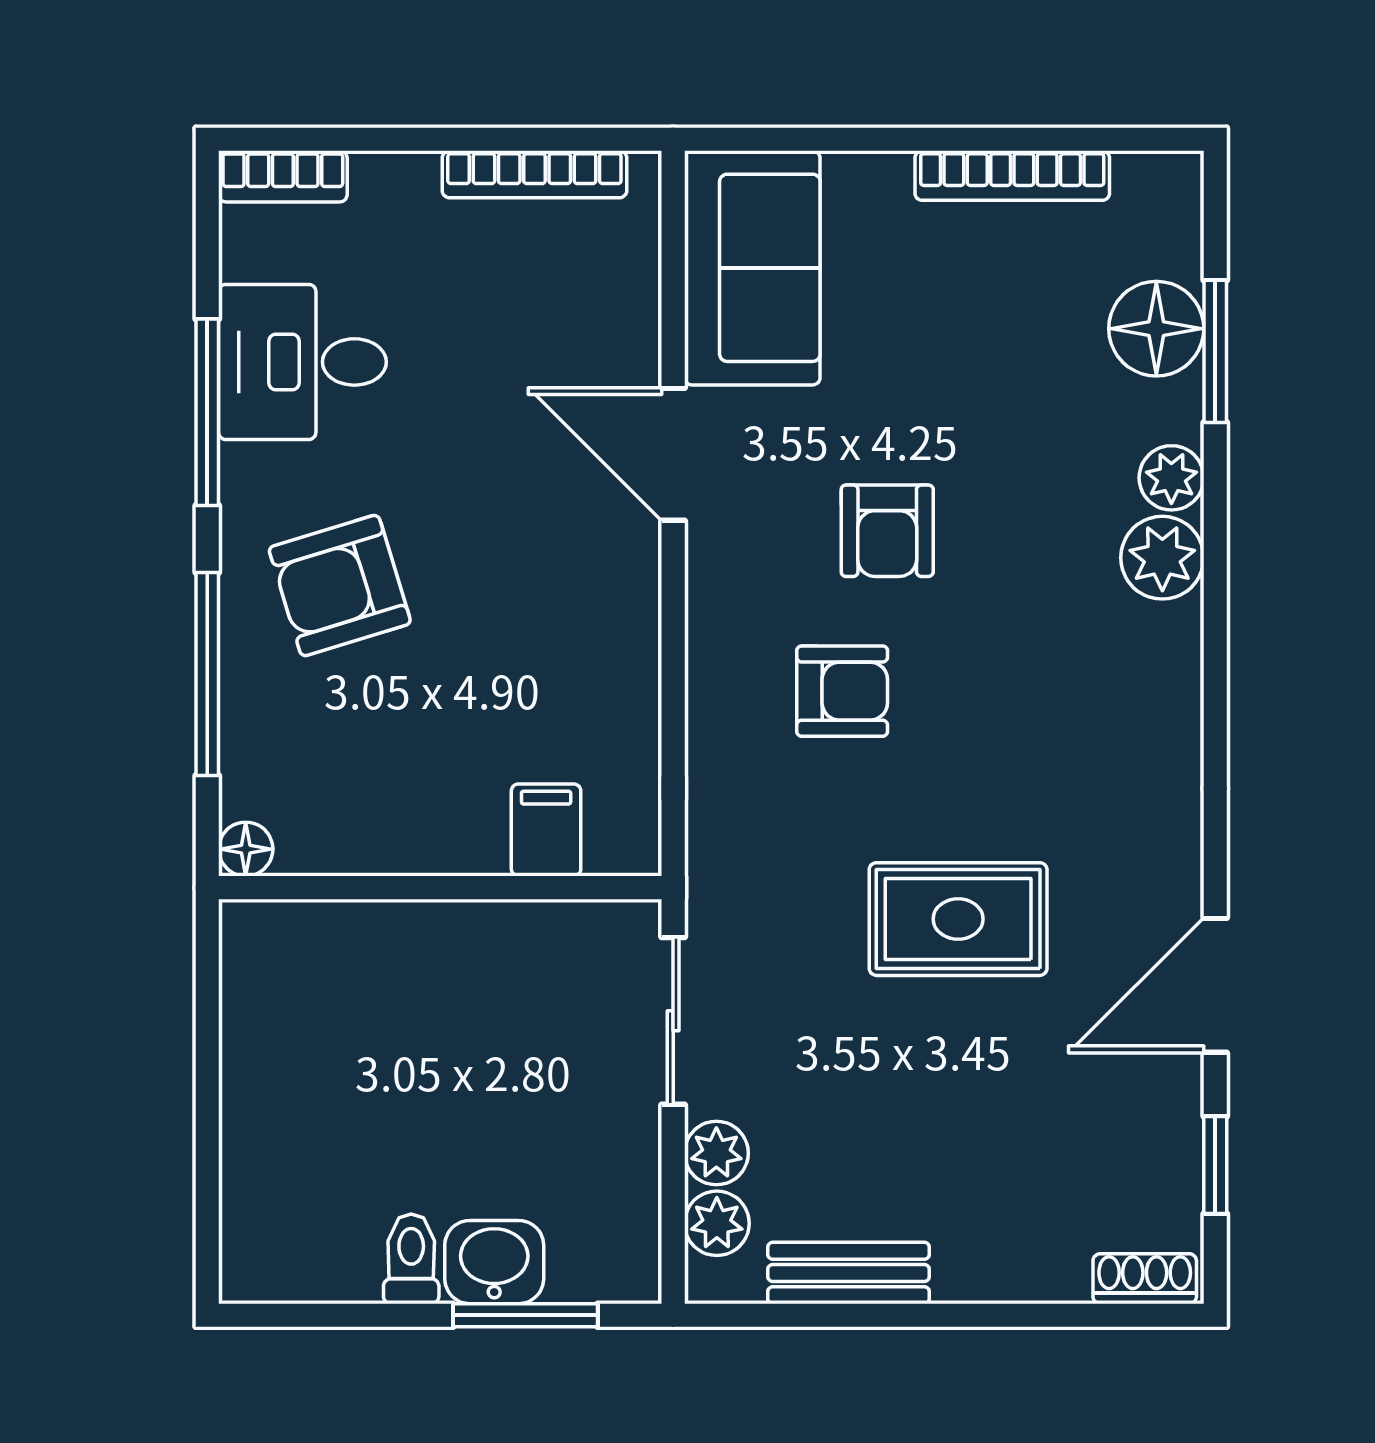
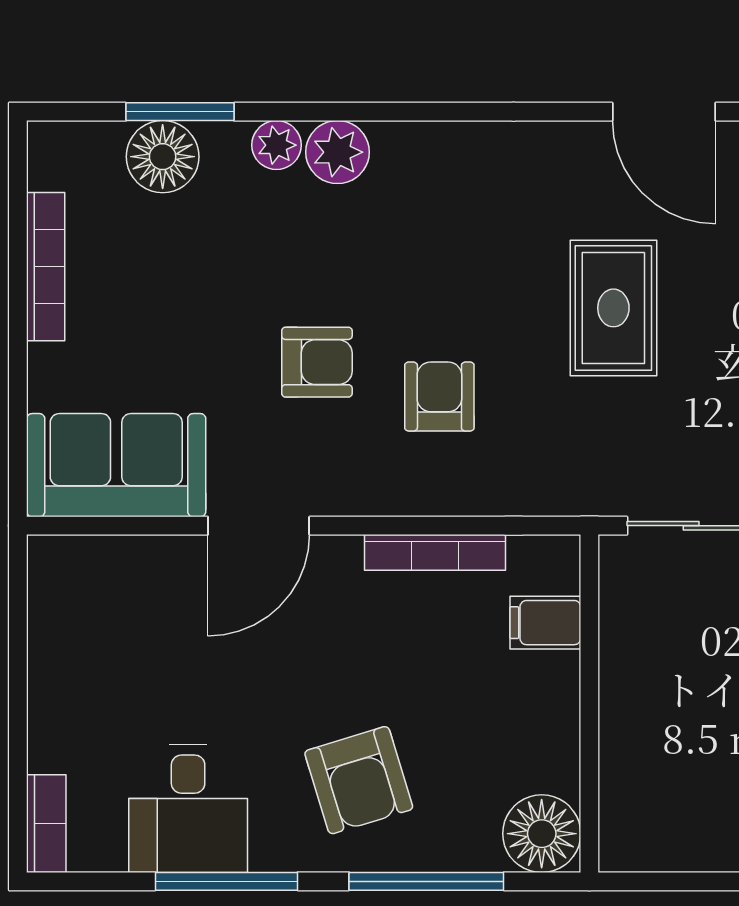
bookcase: (534, 174) -> (435, 552), moved, turned 90
floor lamp: (246, 849) -> (542, 834), width x1.89, depth x1.89

